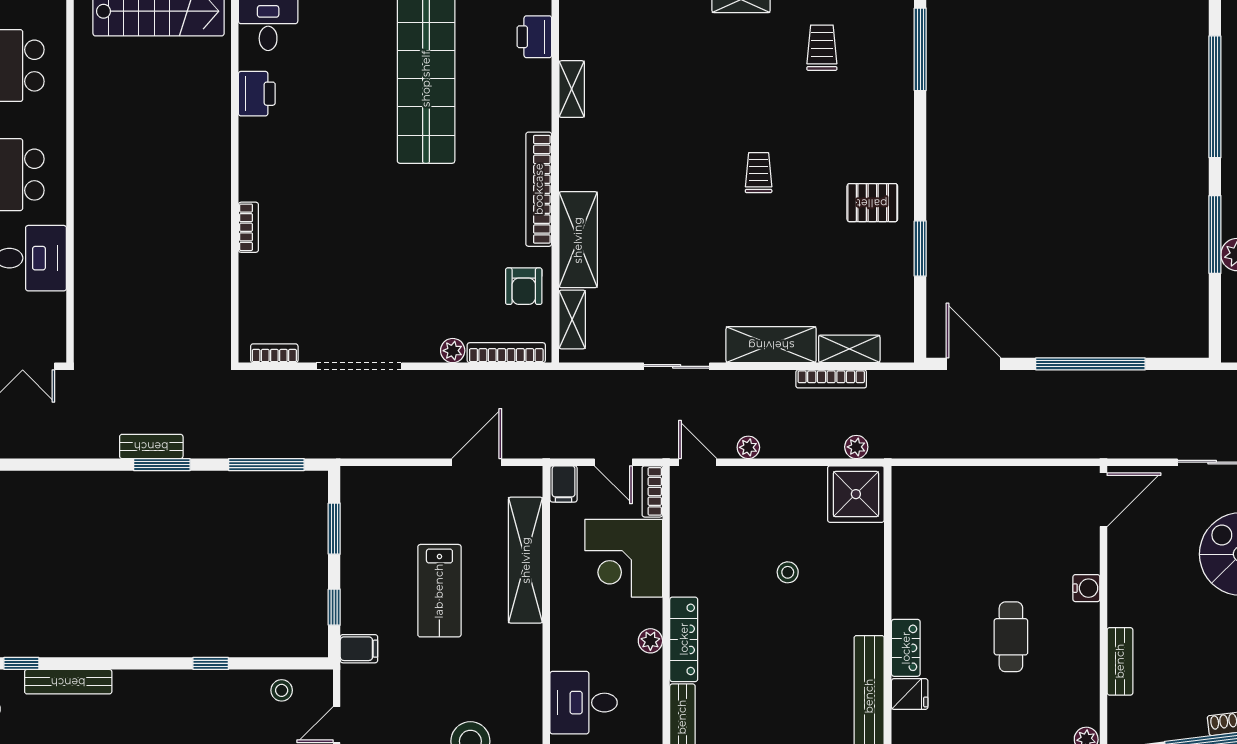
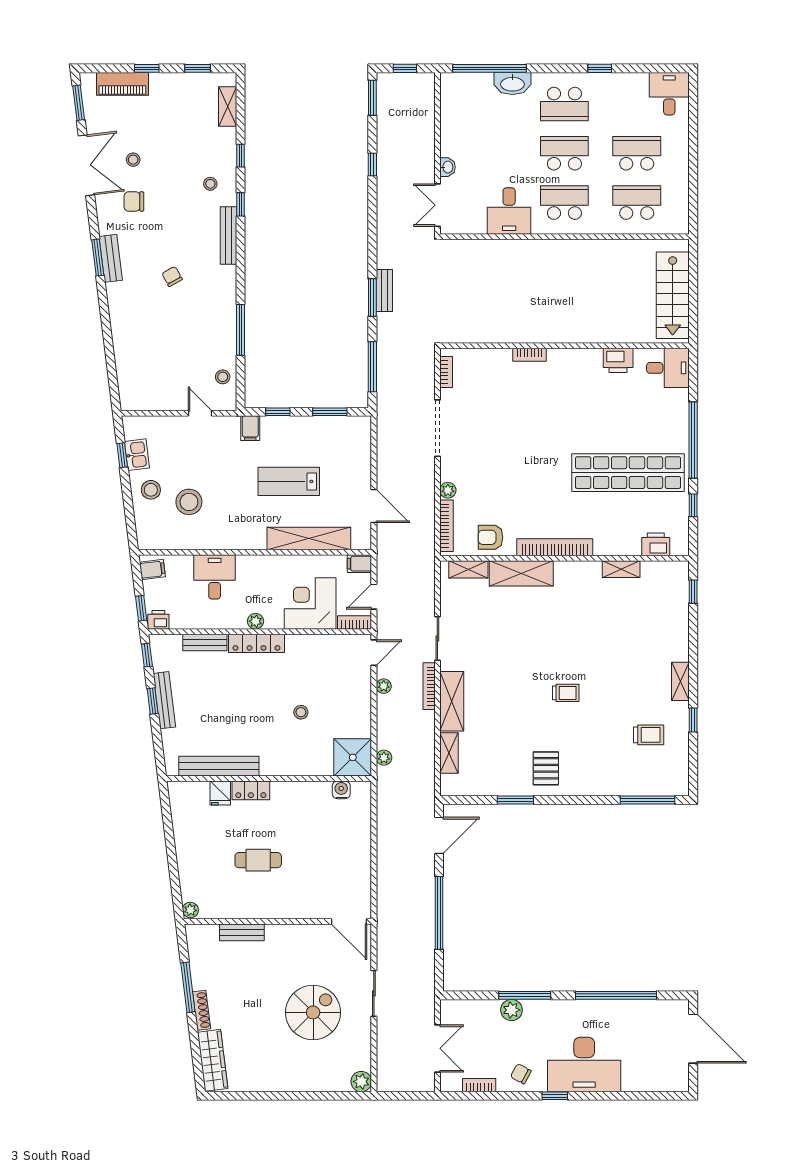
bookcase: (831, 379) -> (429, 686), moved
water cooler: (1086, 588) -> (341, 790), moved, turned 180
window: (211, 663) -> (240, 330), width x2.17

